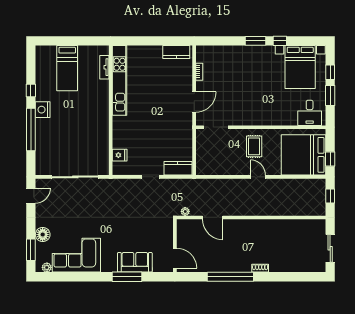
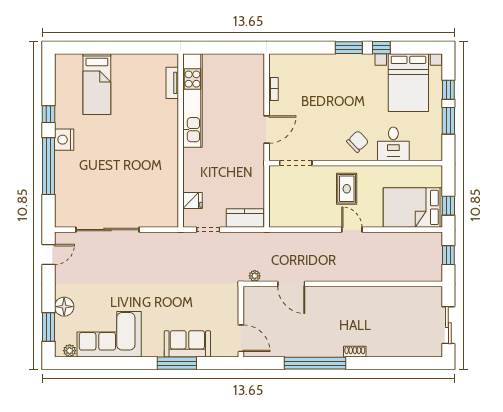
kitchen counter: (176, 52) -> (243, 63), removed
tv unit: (104, 67) -> (172, 83), moved
kitchen unit: (119, 80) -> (192, 101), moved
wall: (111, 110) -> (181, 141), moved
chair: (262, 111) -> (358, 142), added
desk: (310, 113) -> (393, 144), moved
fridge: (120, 155) -> (193, 200), moved
bed: (304, 155) -> (413, 207), width x0.73

